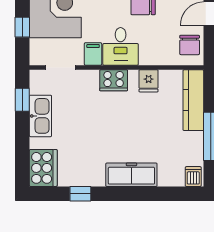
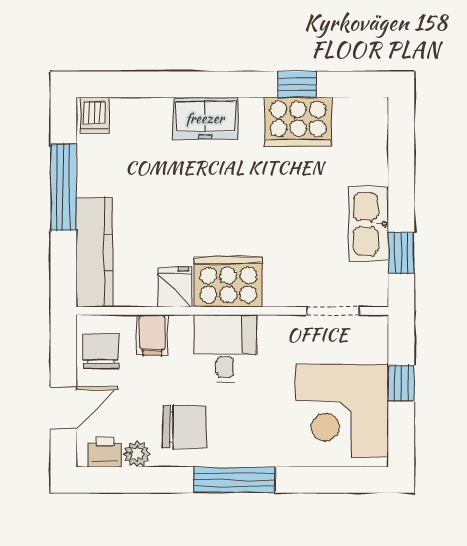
filing cabinet: (93, 54) -> (152, 335), moved
cooker: (114, 80) -> (228, 282), width x1.37, depth x1.31
cooker: (43, 168) -> (298, 122), moved, turned -90
freezer: (131, 175) -> (205, 118), width x0.71

